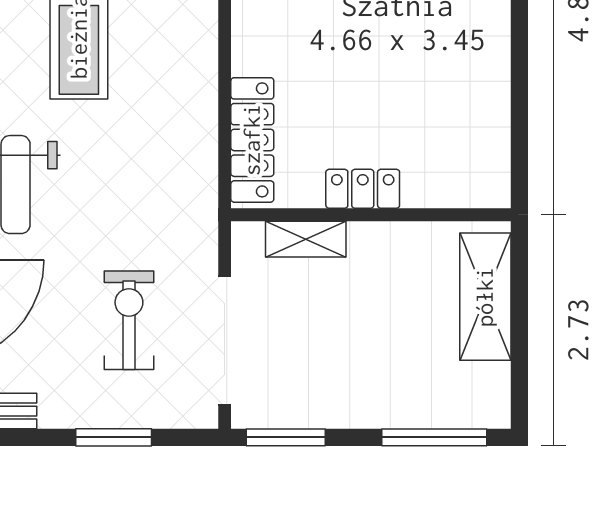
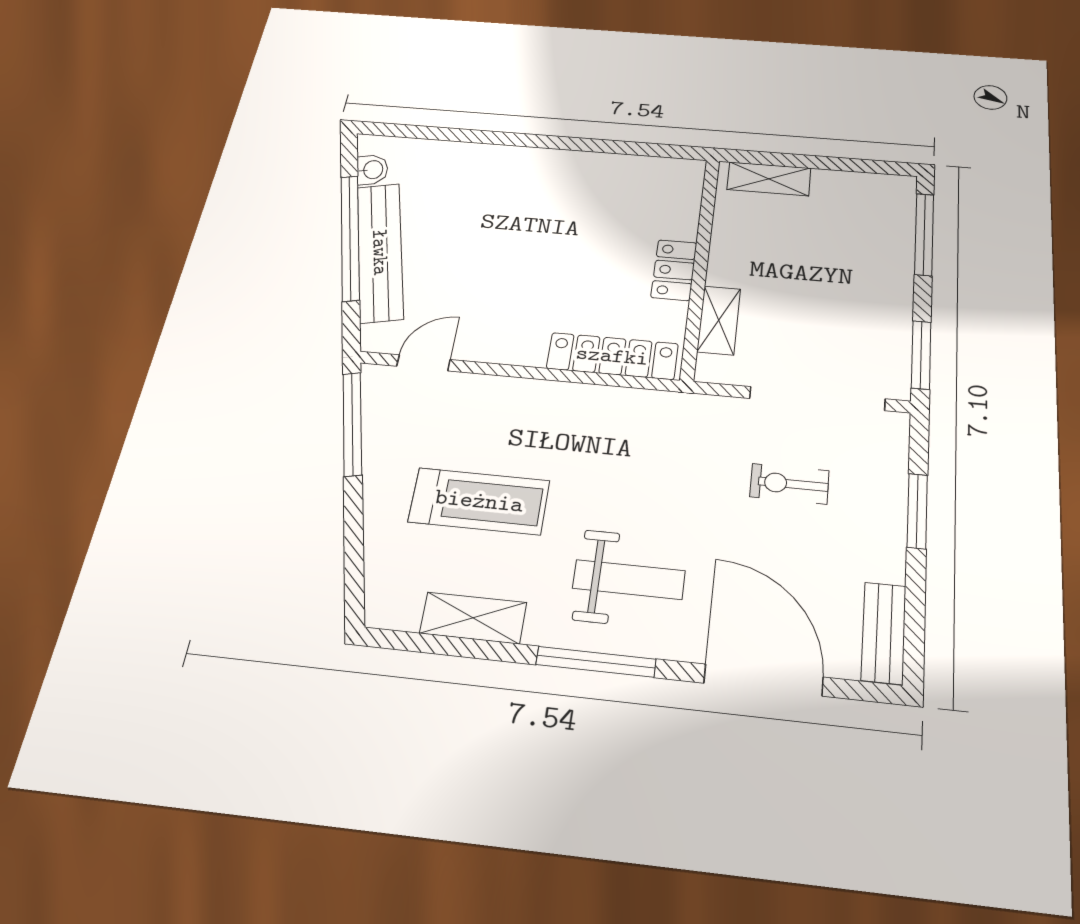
shelving: (485, 297) -> (769, 179), width x0.67, depth x0.75
exercise bike: (129, 320) -> (789, 484), width x0.73, depth x0.72

